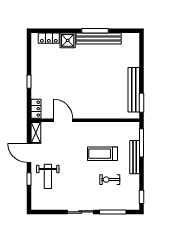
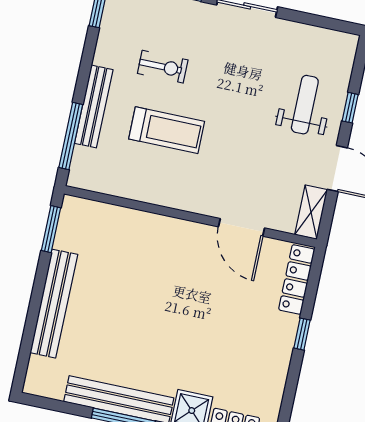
bench: (134, 90) -> (54, 304), moved
locker: (36, 109) -> (297, 279), width x1.53

